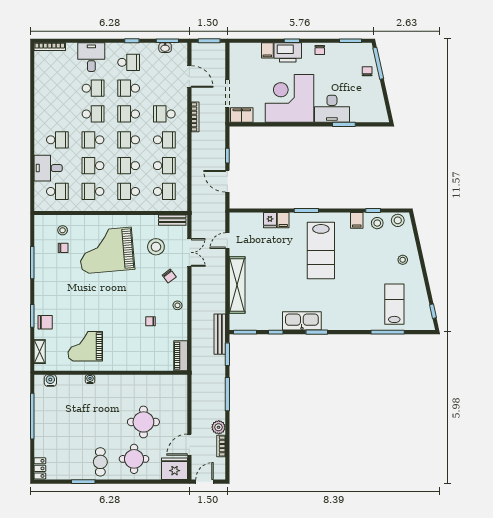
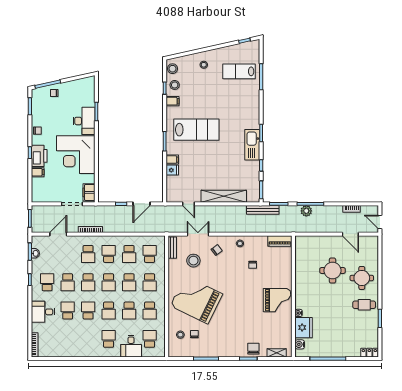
school desk: (164, 166) -> (129, 254), turned 180
grand piano: (106, 250) -> (196, 300), turned 121
grand piano: (85, 346) -> (277, 300), moved, turned -90
plant: (219, 427) -> (306, 211), moved
fridge: (175, 469) -> (304, 328), moved, turned 180

